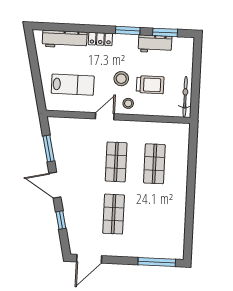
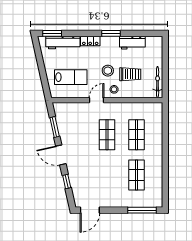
window: (165, 32) -> (52, 33), moved
shop shelf: (114, 214) -> (136, 175), moved

